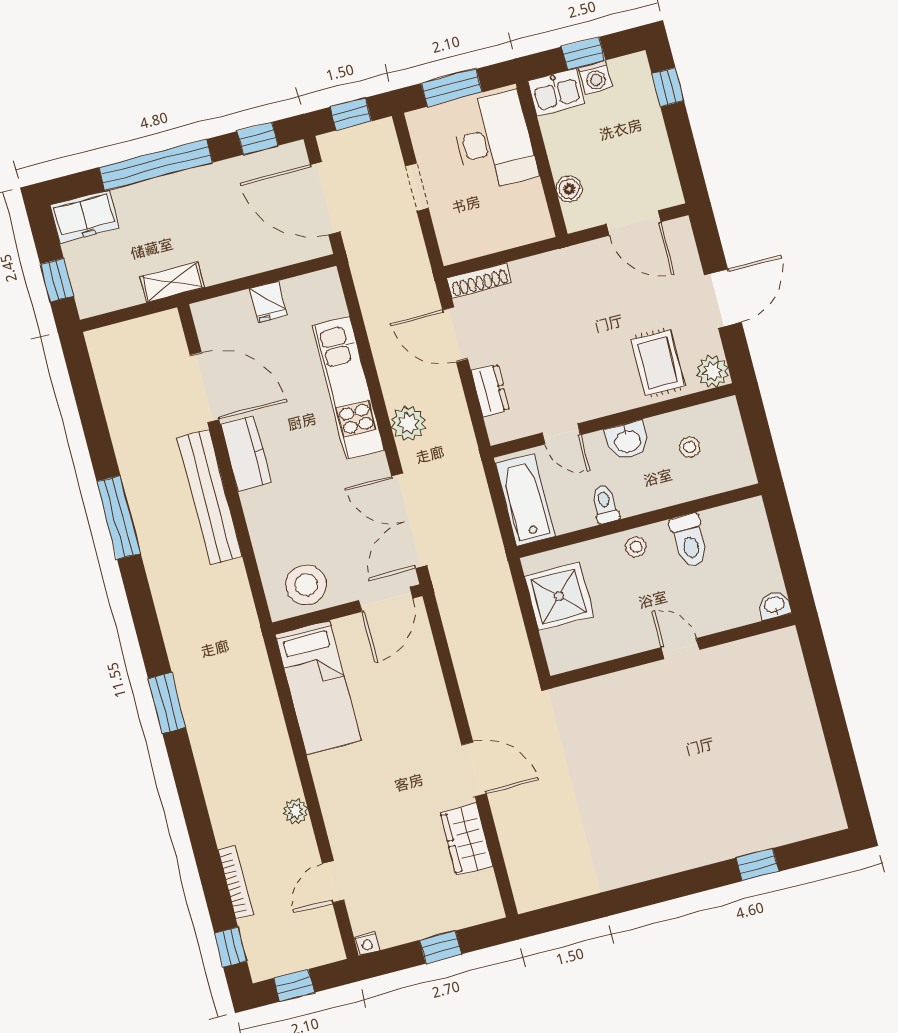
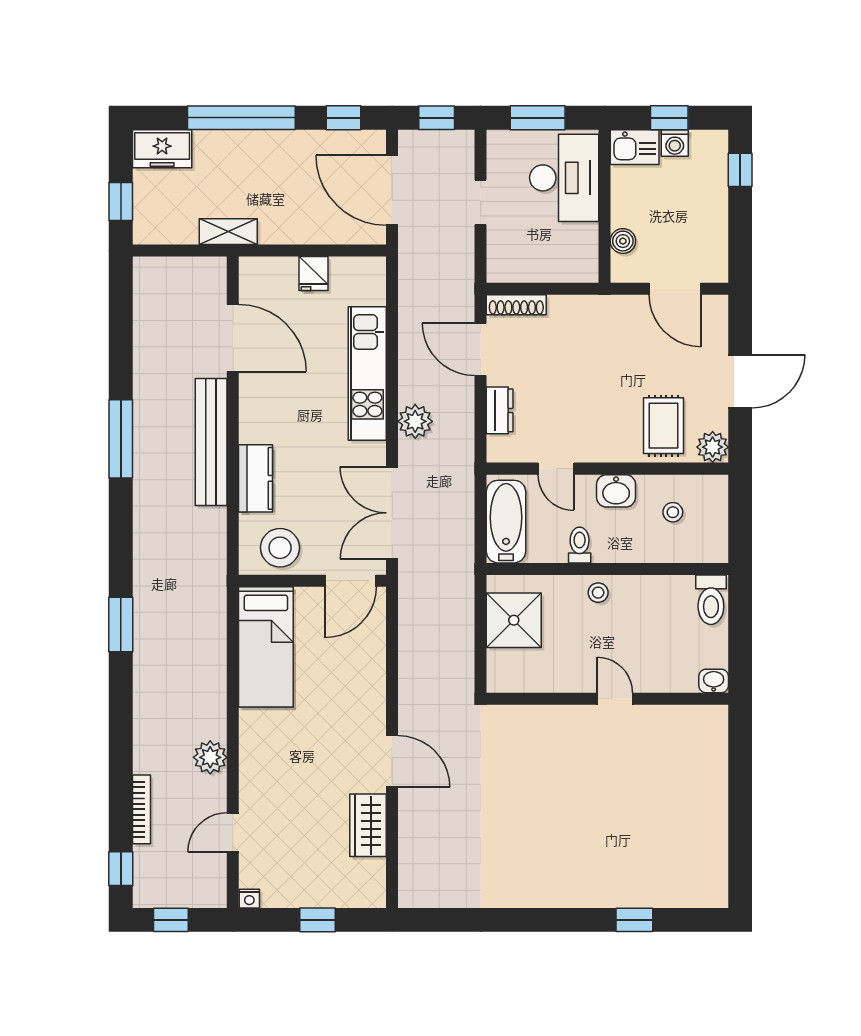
kitchen counter: (246, 453) -> (256, 478), moved
toilet: (689, 540) -> (711, 600), moved
plant: (296, 811) -> (210, 757), width x1.38, depth x1.38

